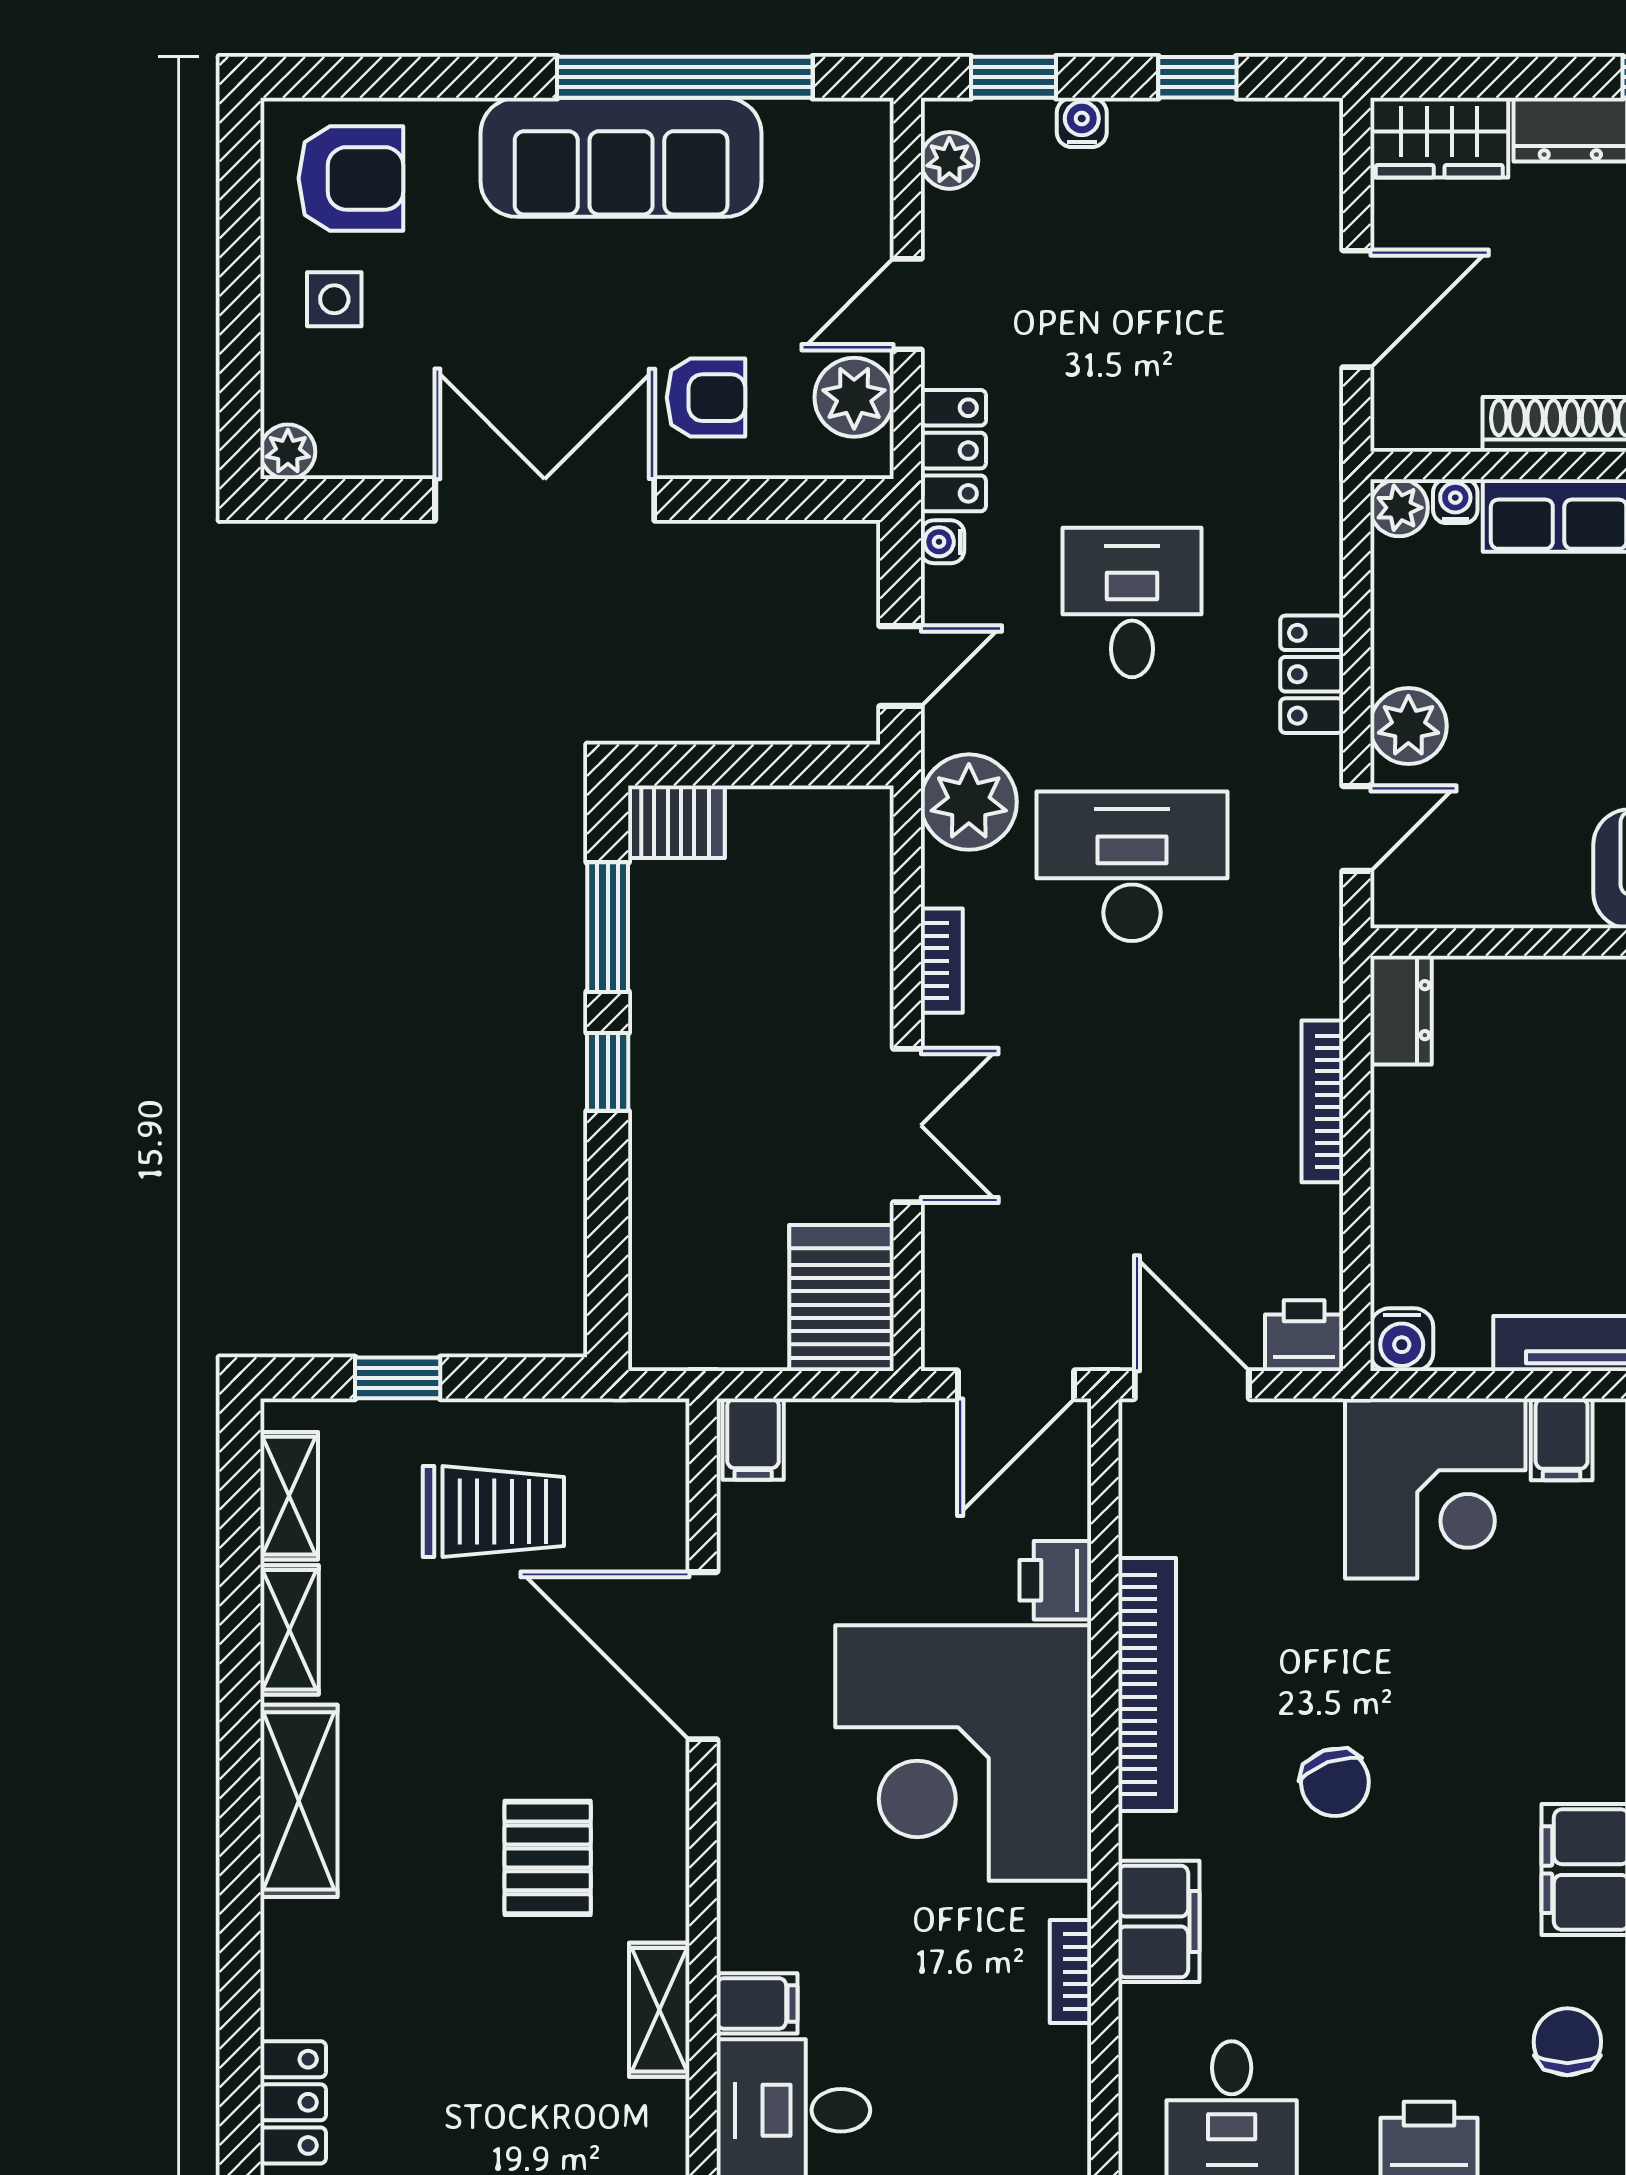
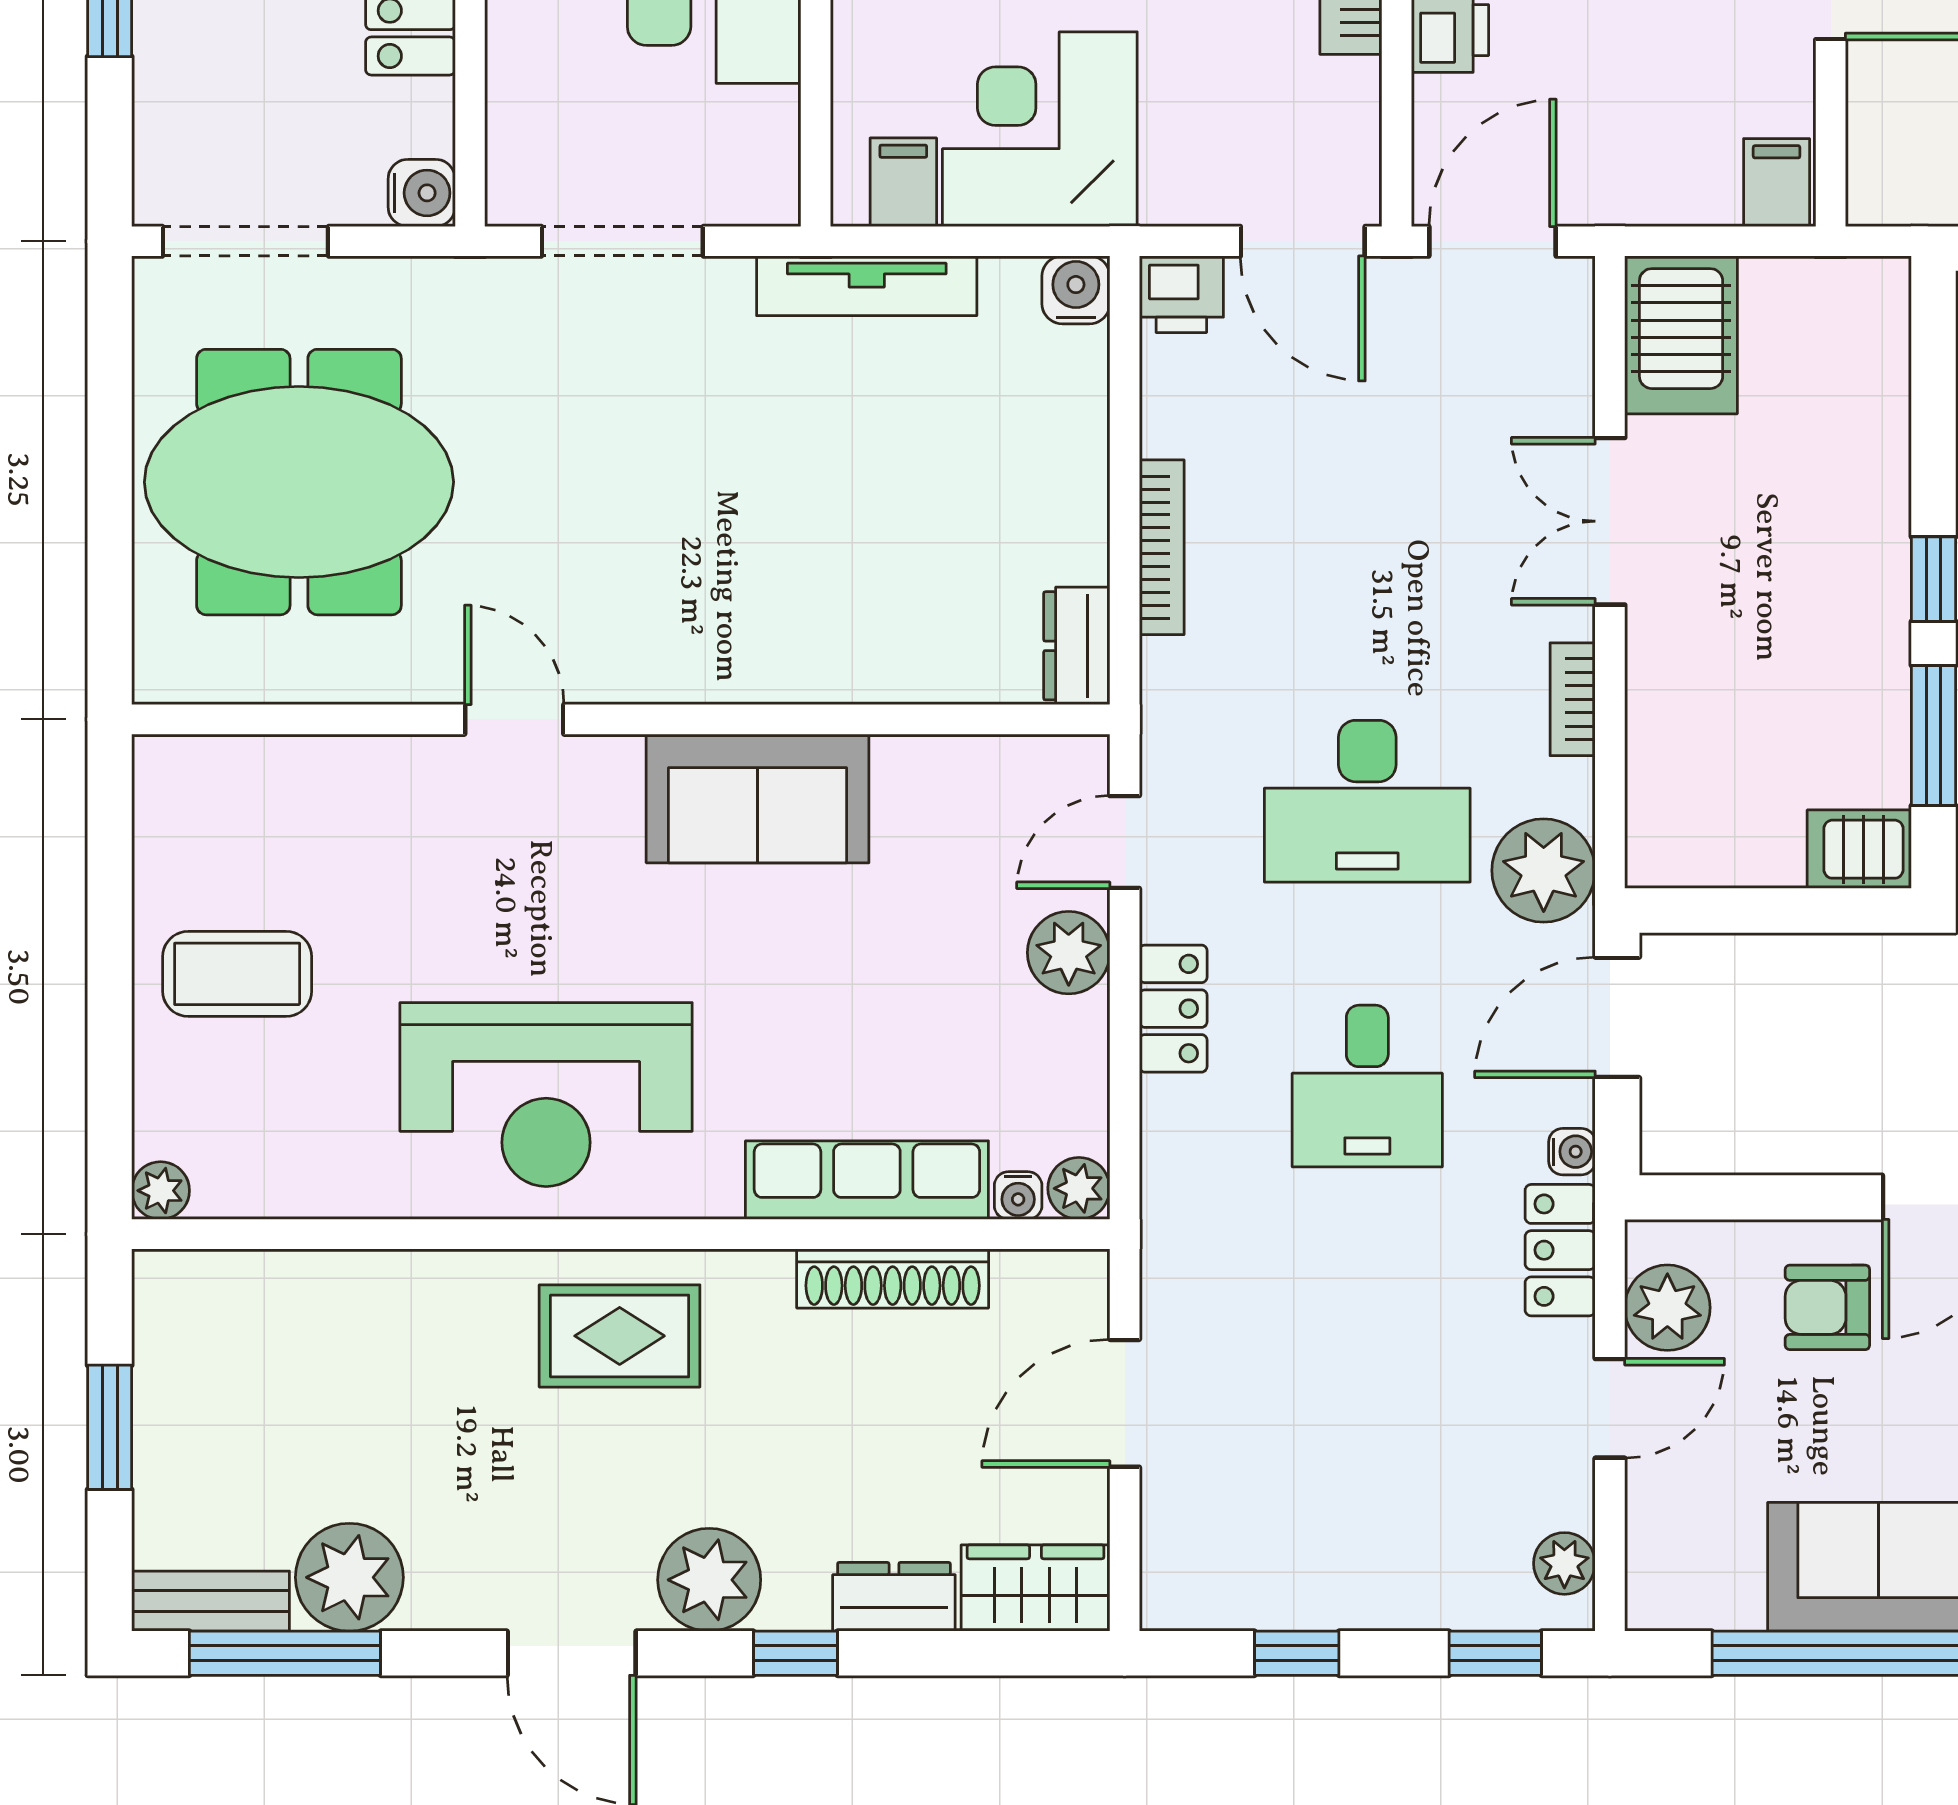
water cooler: (1082, 122) -> (1422, 1605), removed
door: (900, 666) -> (1617, 1017), width x1.38

